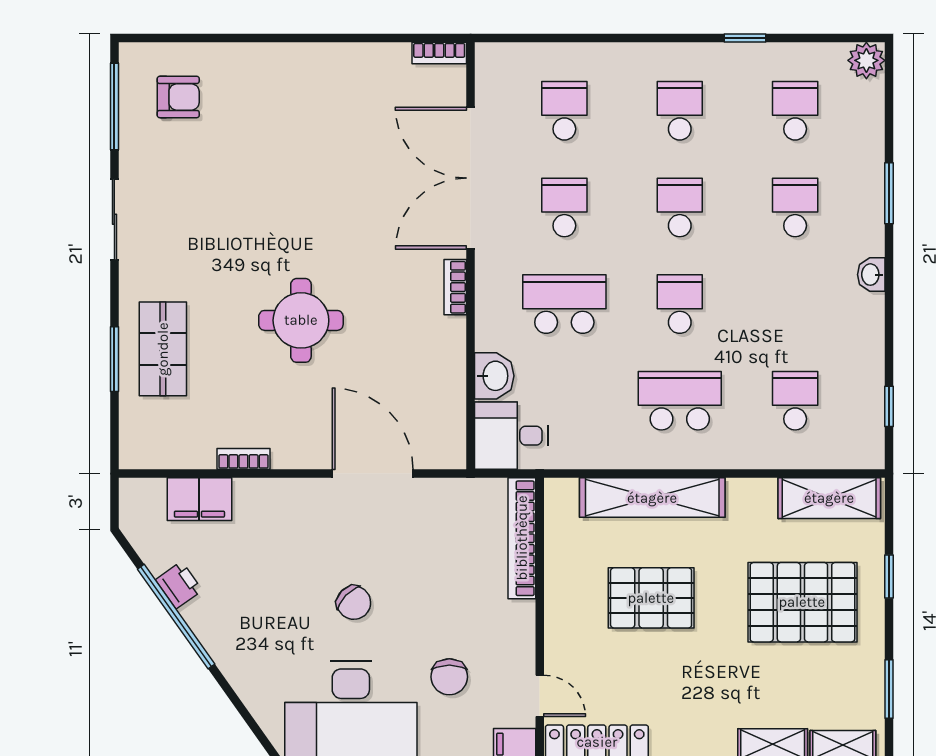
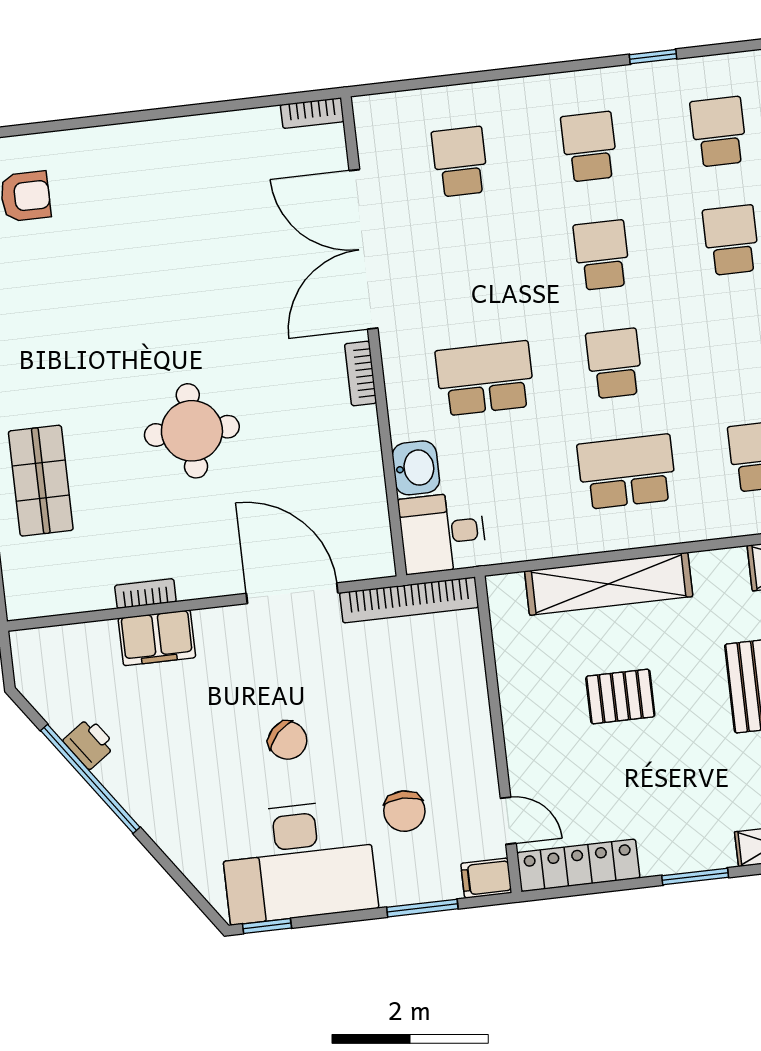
school desk: (564, 207) -> (472, 270), removed
filing cabinet: (199, 499) -> (157, 638), moved
bookcase: (522, 538) -> (409, 600), moved, turned -90
pallet: (651, 598) -> (620, 696), width x0.67, depth x0.71

